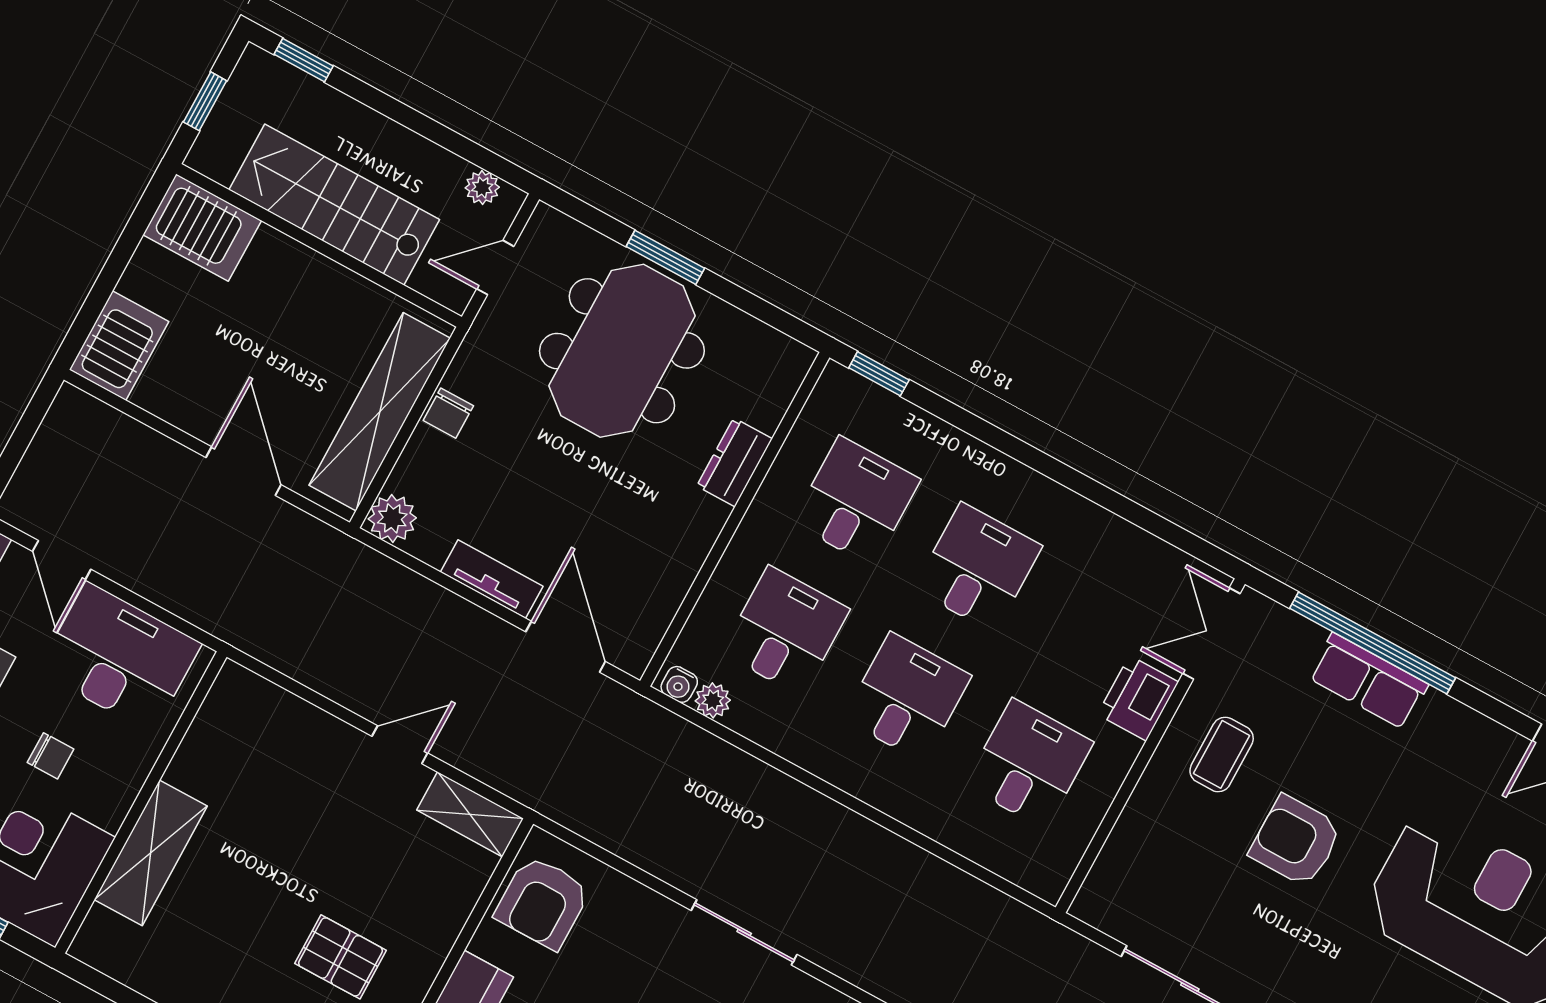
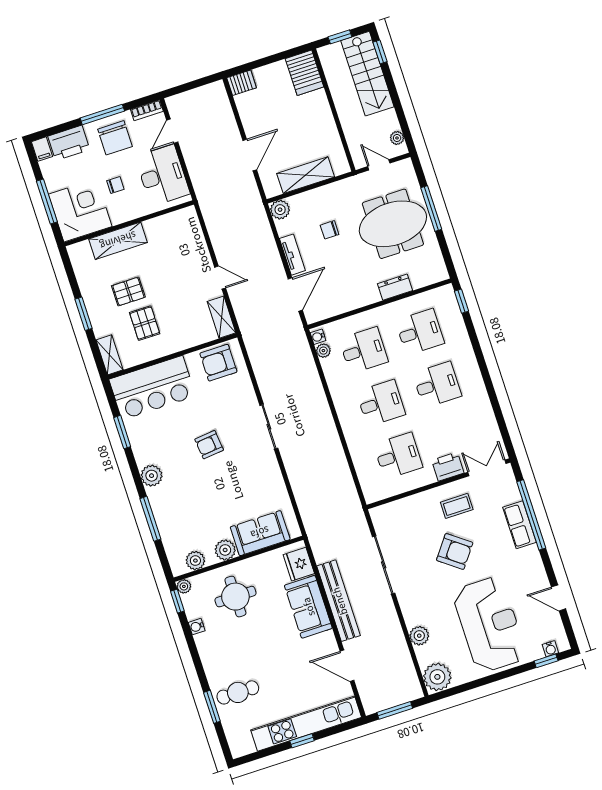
stairs: (334, 205) -> (367, 74), moved, turned 180
window: (665, 257) -> (431, 209), width x1.44
server rack: (119, 346) -> (242, 83), width x0.73, depth x0.70
shelving: (380, 412) -> (306, 175), width x0.68
chair: (448, 413) -> (330, 230), moved
chair: (51, 756) -> (115, 185), turned -90
armchair: (1296, 841) -> (455, 551), turned 127
pallet: (257, 927) -> (128, 291), added

